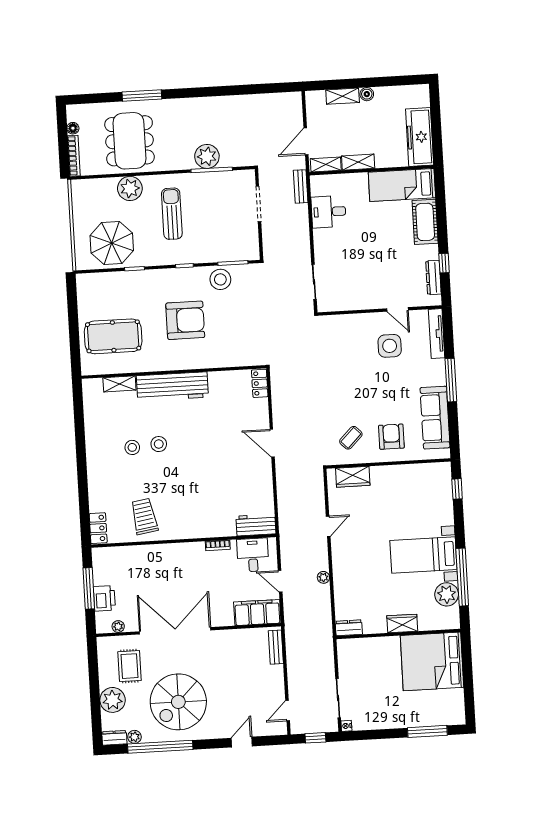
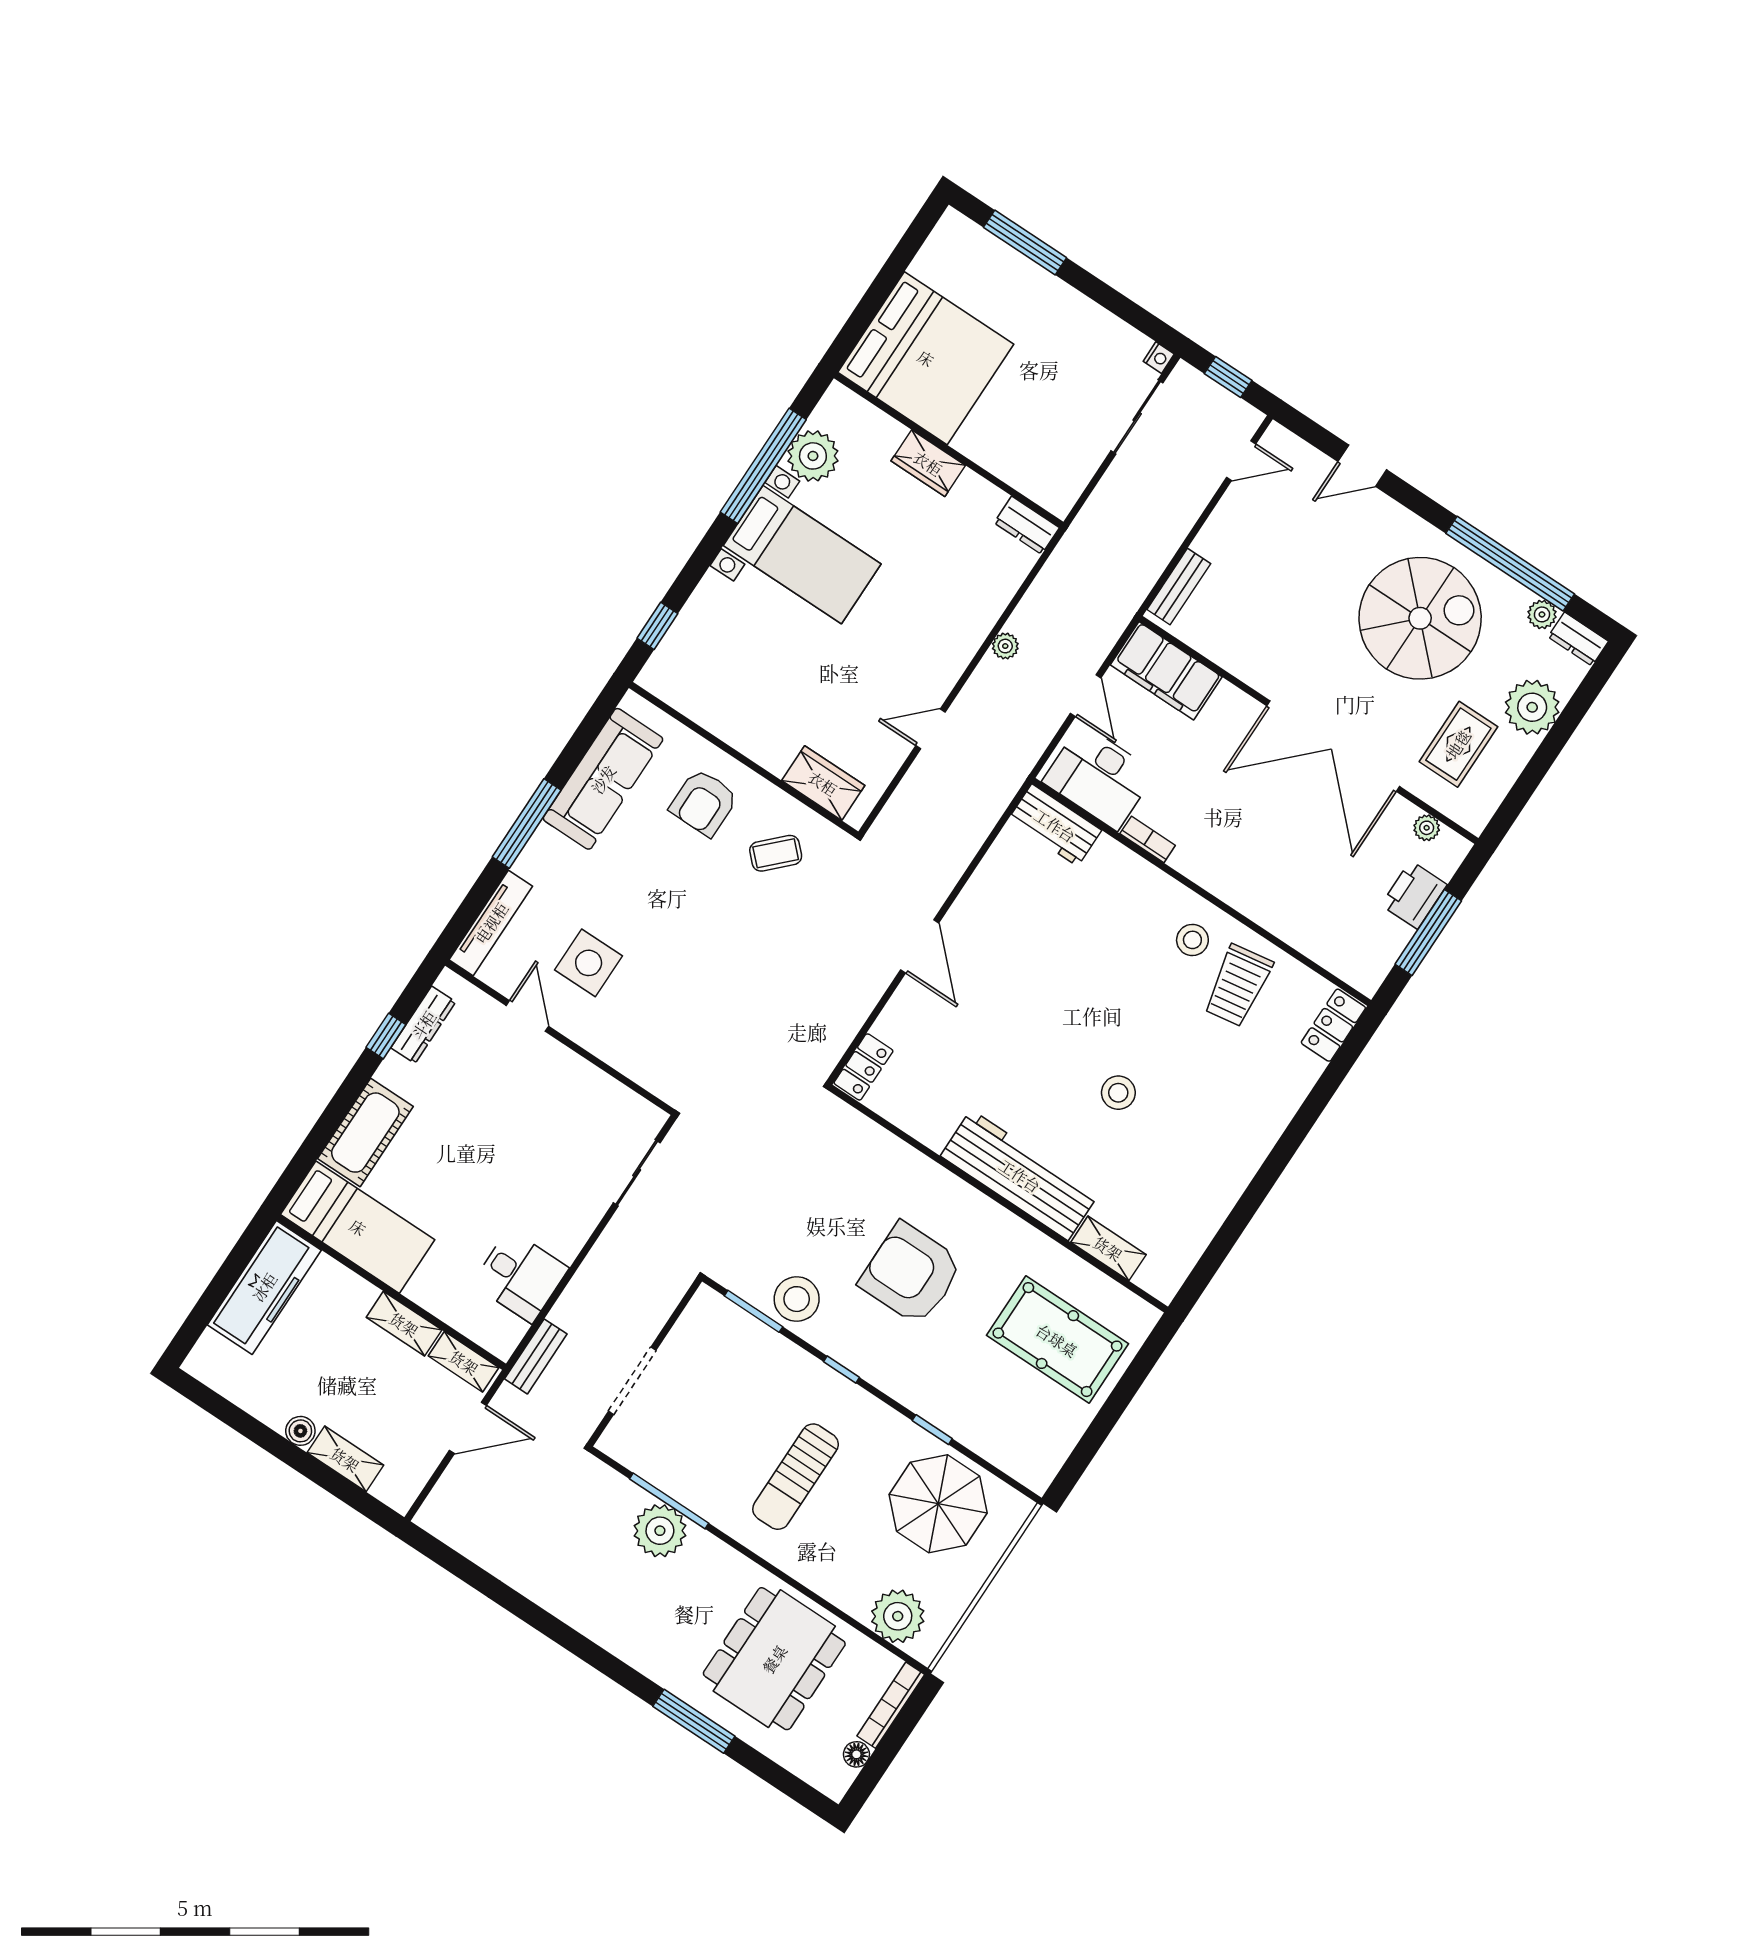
plant: (130, 188) -> (898, 1616), moved
stool: (132, 447) -> (1192, 940), moved
desk: (253, 555) -> (1099, 777), width x1.37

